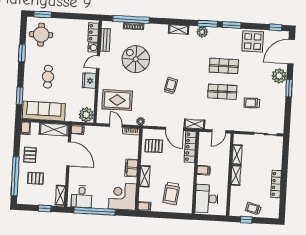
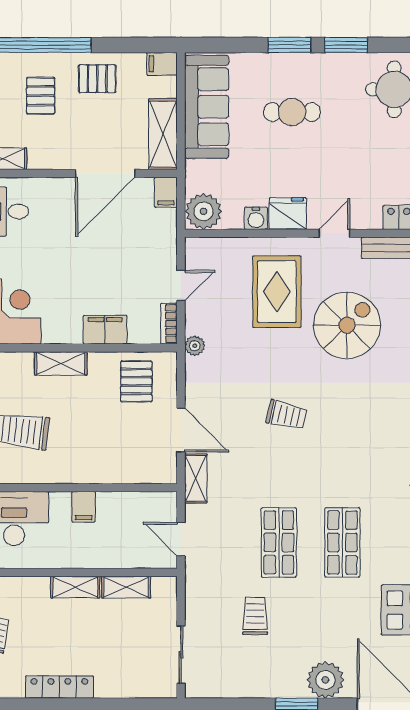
water cooler: (93, 48) -> (256, 218), moved
door: (98, 62) -> (334, 233), hinge flipped
window: (20, 96) -> (289, 45), moved
rug: (117, 100) -> (277, 292), moved
door: (175, 129) -> (181, 430), swing flipped
locker: (190, 147) -> (139, 471), removed
filing cabinet: (131, 168) -> (105, 330), moved

